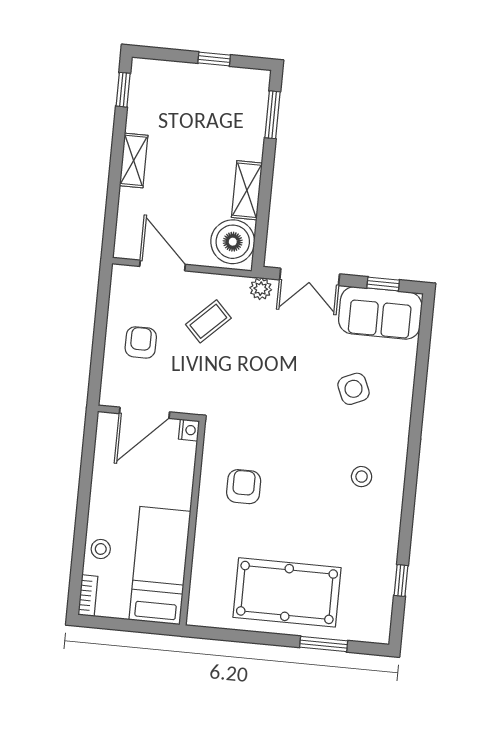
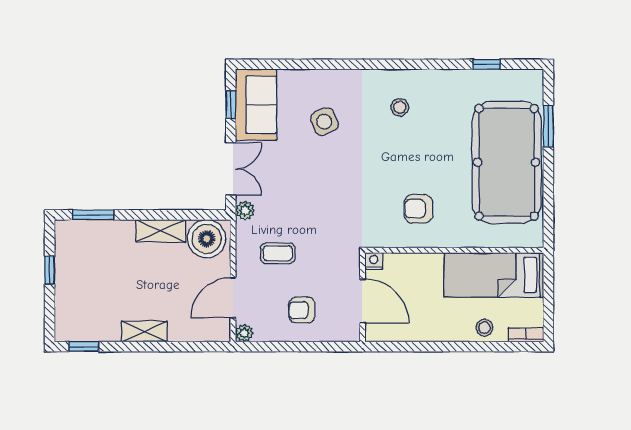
plant: (121, 274) -> (244, 333), added
coffee table: (208, 321) -> (278, 253), turned -46
pool table: (287, 592) -> (507, 162), width x1.36, depth x1.32

